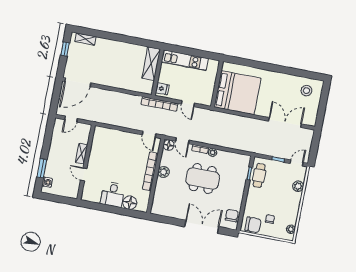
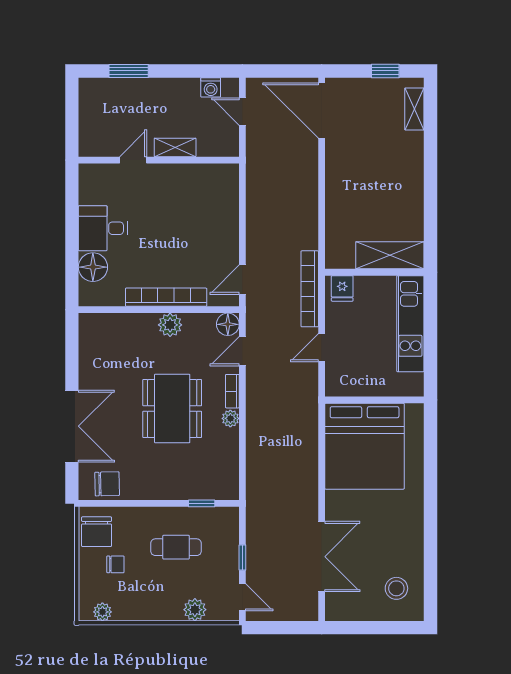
cafe table: (259, 175) -> (176, 547), moved
washing machine: (47, 182) -> (211, 87), moved

